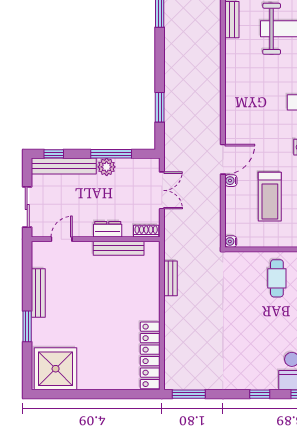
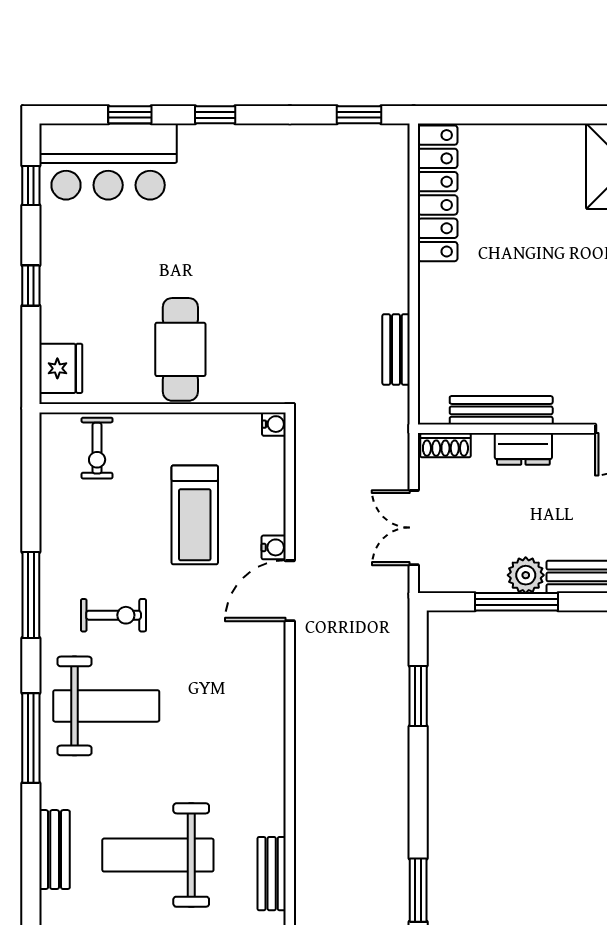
treadmill: (270, 197) -> (195, 515), turned 180
cafe table: (277, 278) -> (180, 349), width x1.37, depth x1.35
window: (189, 394) -> (359, 115), width x0.67

